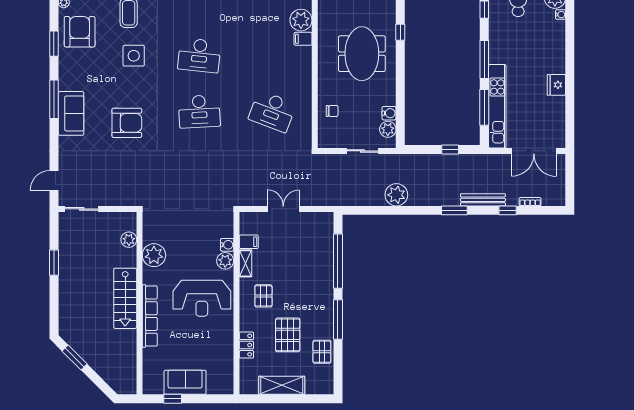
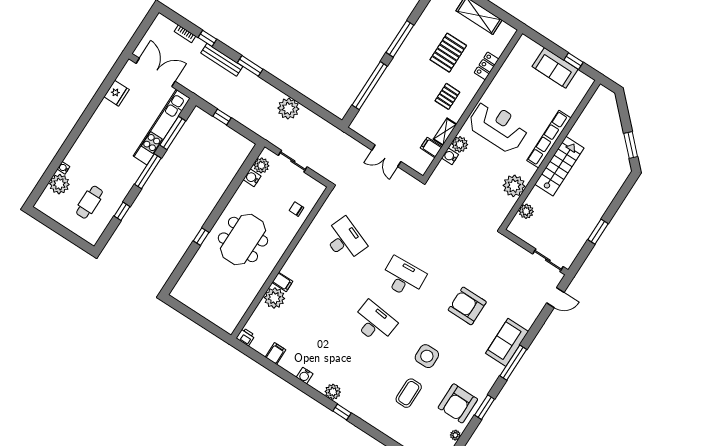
fridge: (556, 85) -> (117, 93), moved
pallet: (322, 352) -> (429, 21), removed

